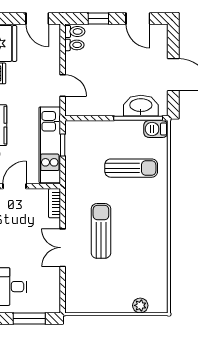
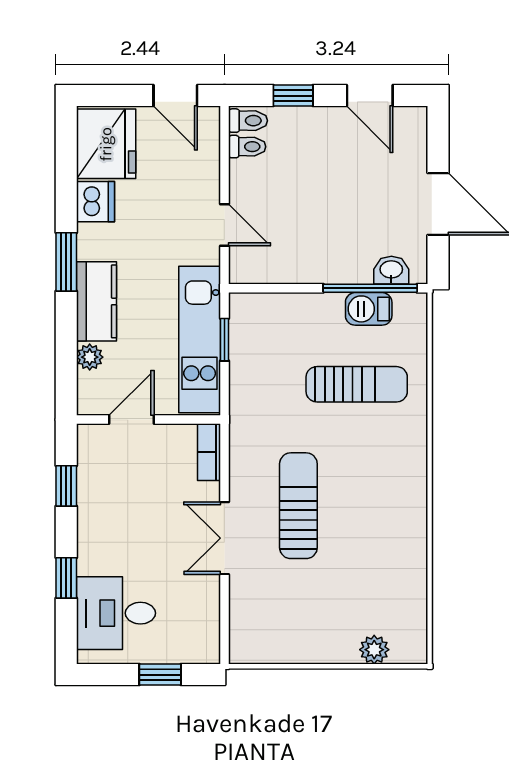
washbasin: (141, 106) -> (391, 270), width x0.52, depth x0.69
barbecue: (156, 129) -> (369, 309), moved
window: (29, 318) -> (160, 675), width x0.67

